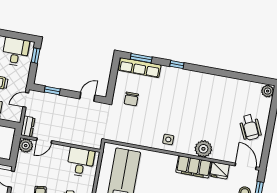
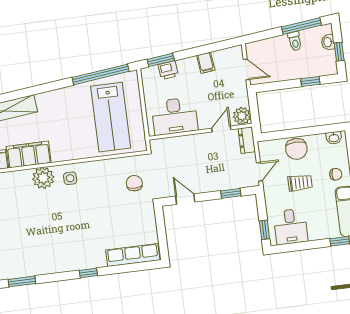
window: (141, 58) -> (22, 281), moved
door: (87, 97) -> (185, 199), swing flipped
chair: (131, 99) -> (134, 183), moved
plant: (203, 149) -> (43, 178), moved
desk: (80, 162) -> (175, 116), width x1.37

